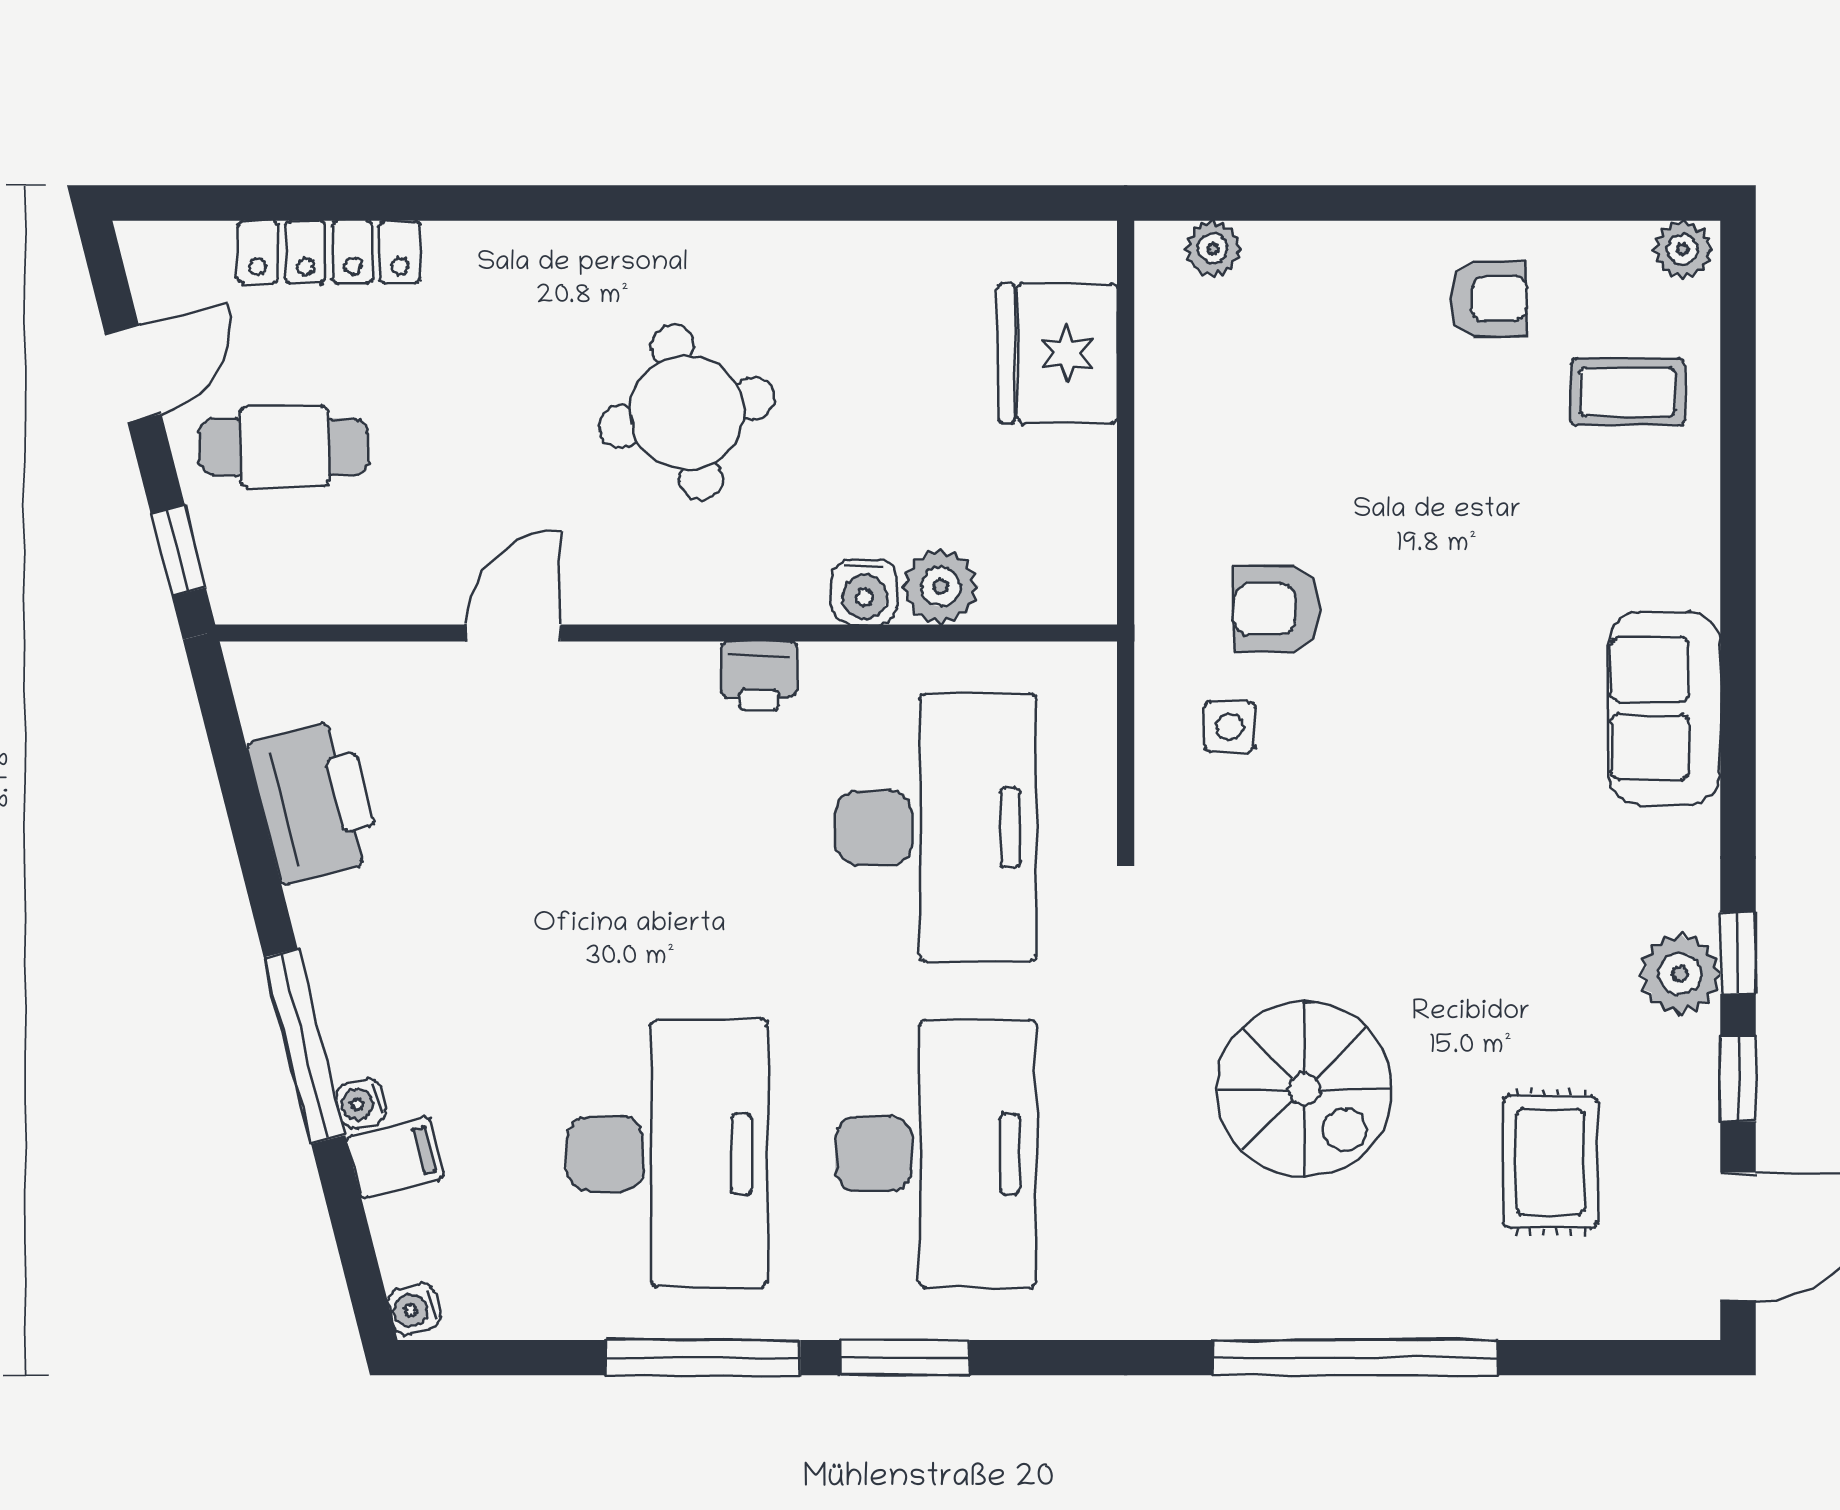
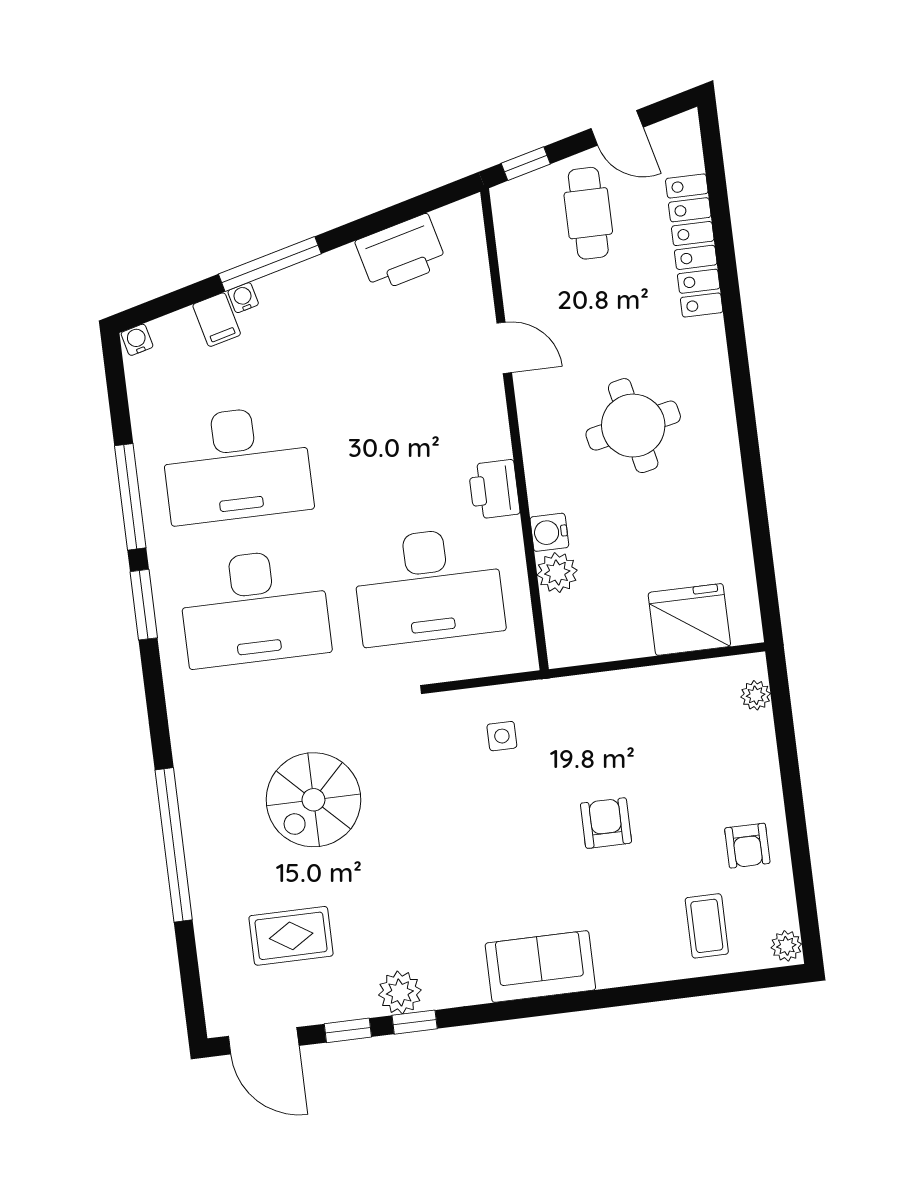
locker: (329, 252) -> (694, 245), width x1.41, depth x1.21
armchair: (1277, 609) -> (606, 823), moved
printer: (759, 676) -> (494, 489), width x1.36, depth x1.24

